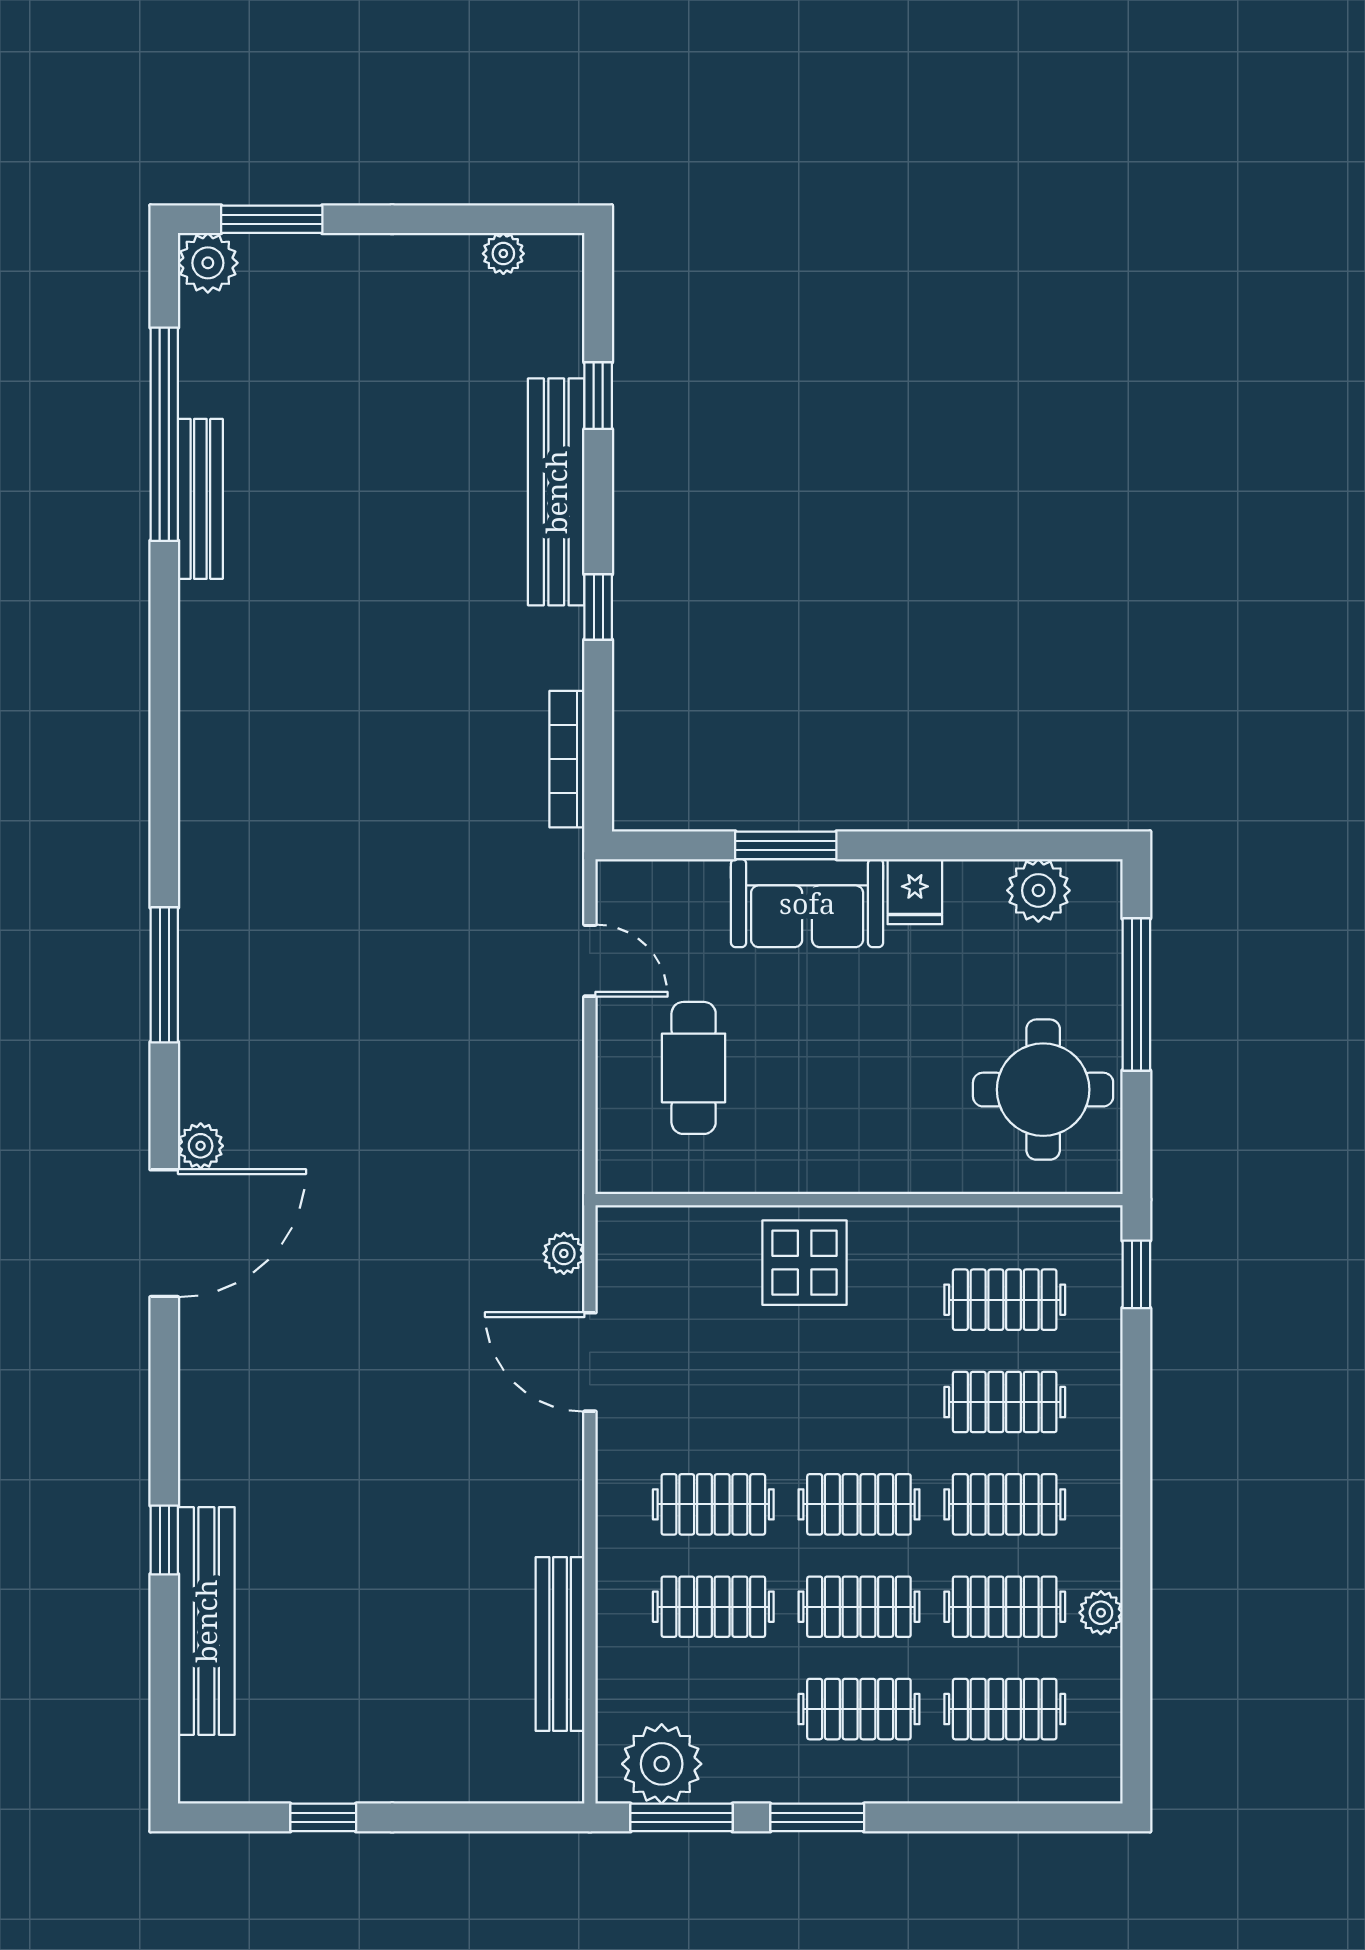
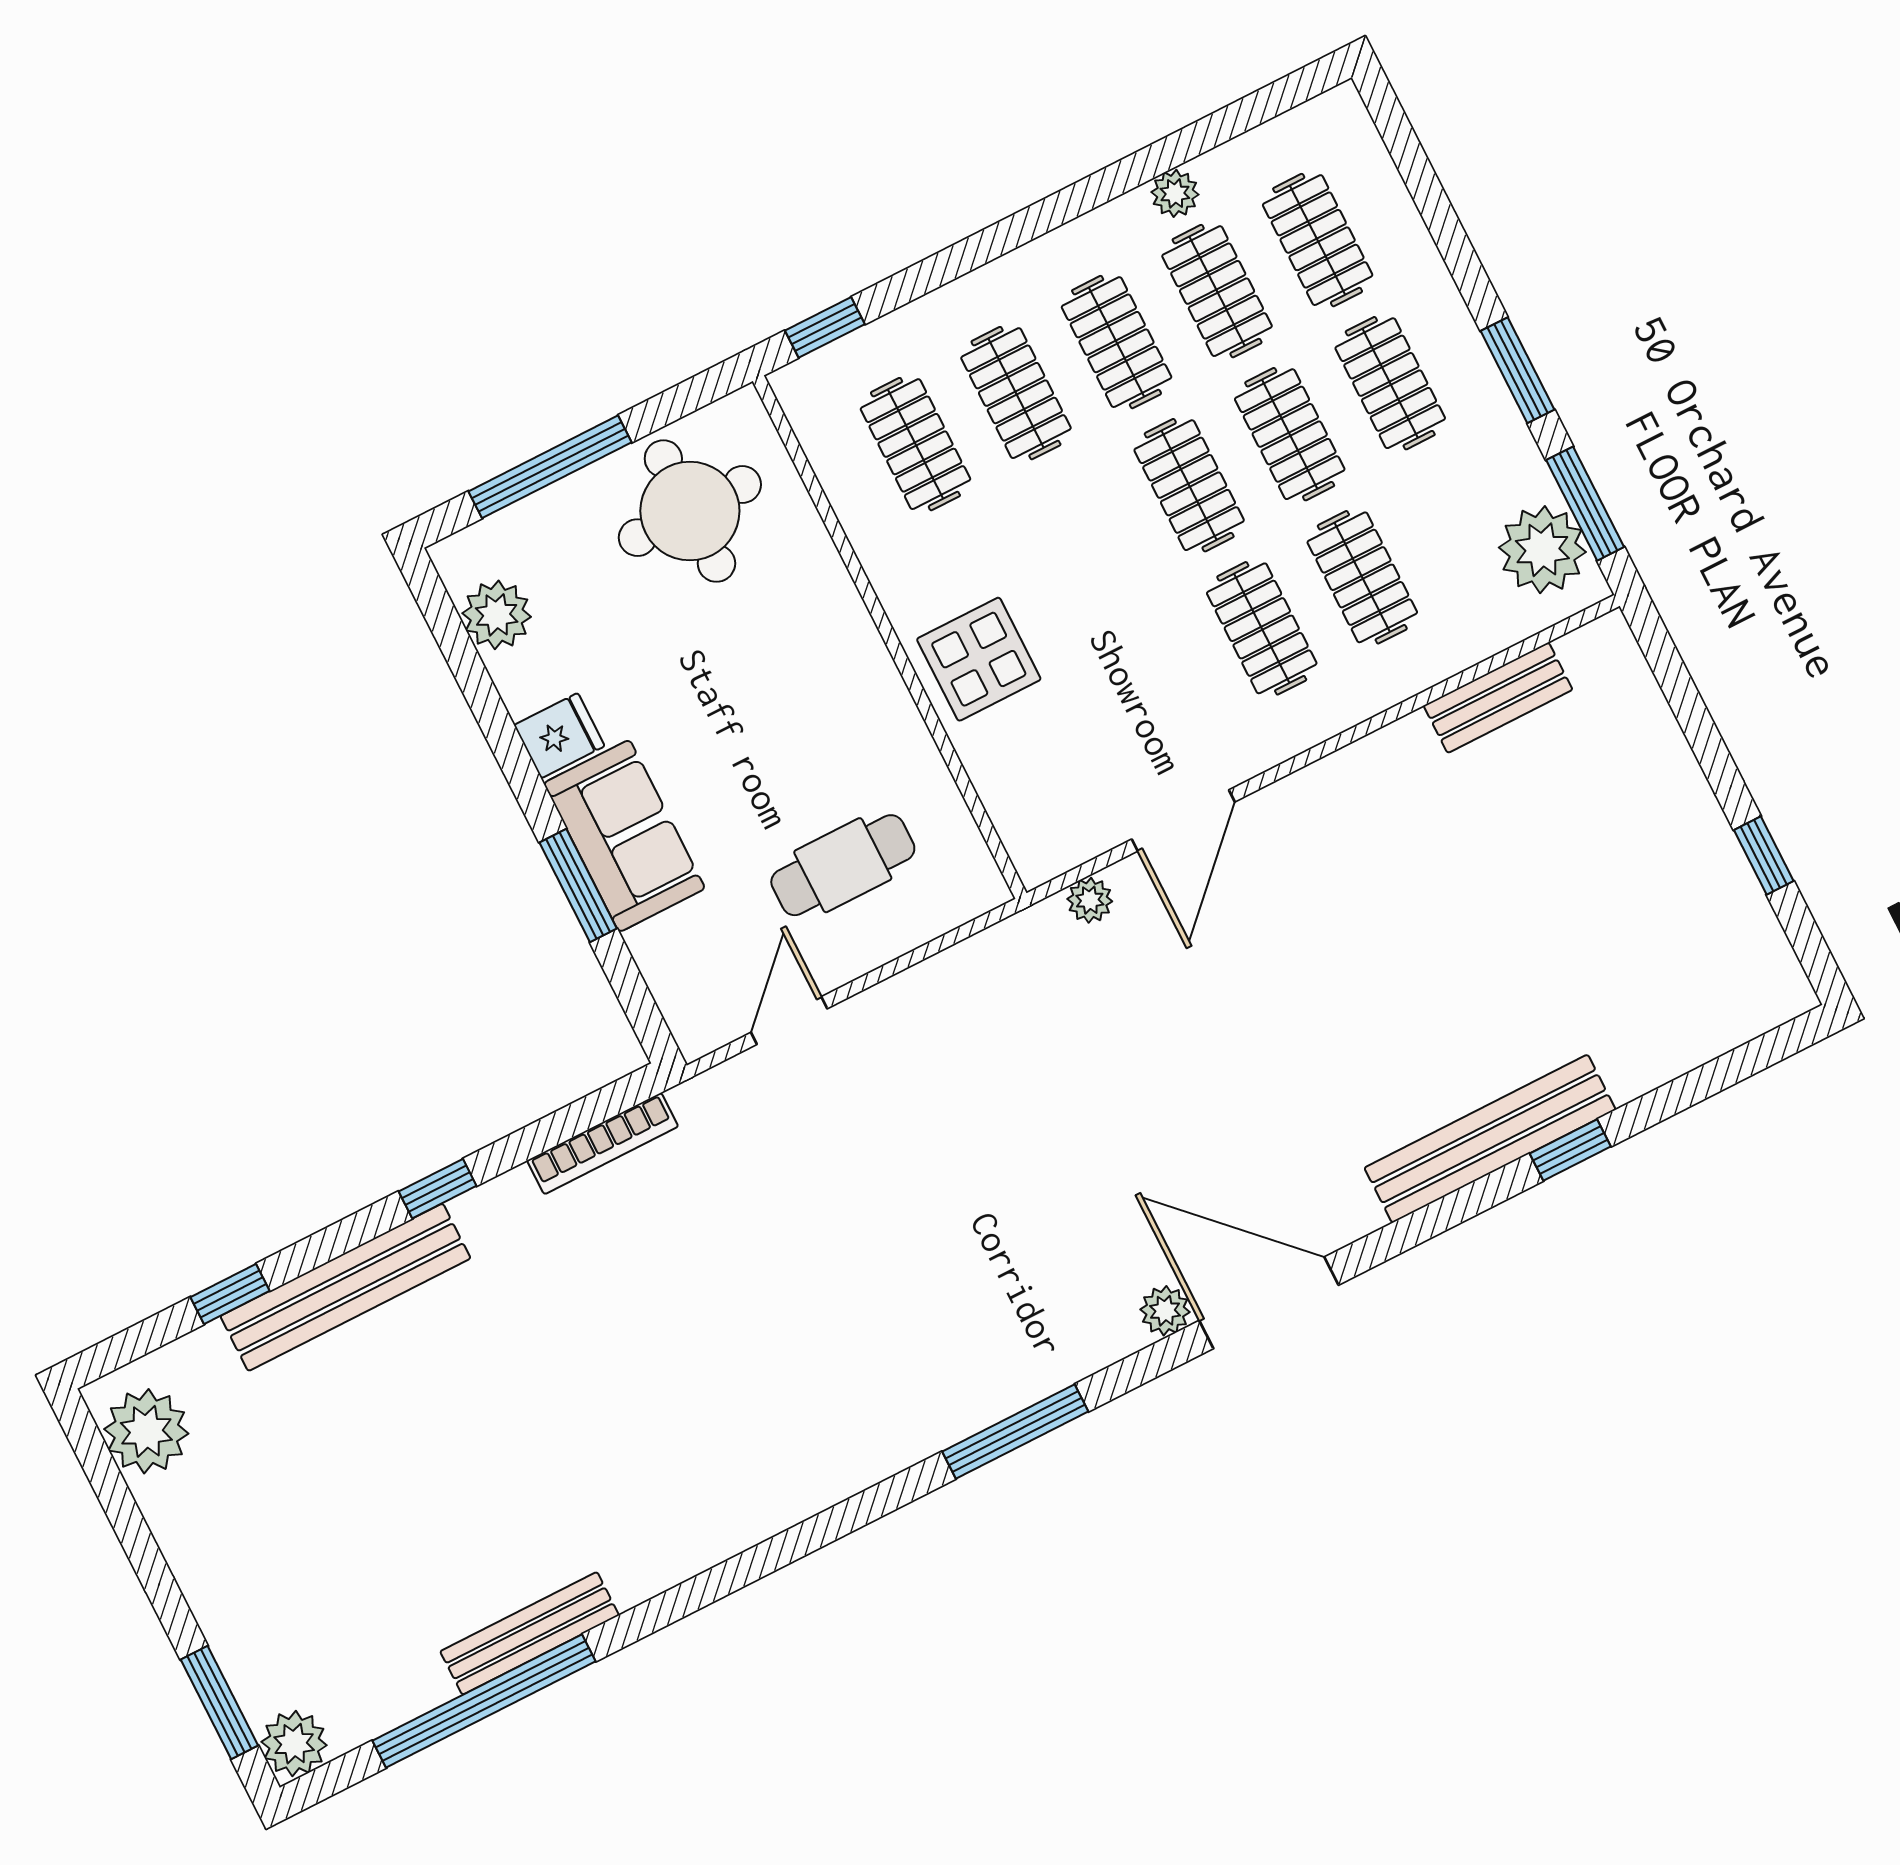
plant: (503, 254) -> (146, 1431), width x1.88, depth x1.88
bench: (206, 1621) -> (1490, 1139), moved
bench: (560, 1644) -> (1498, 698), width x0.73

